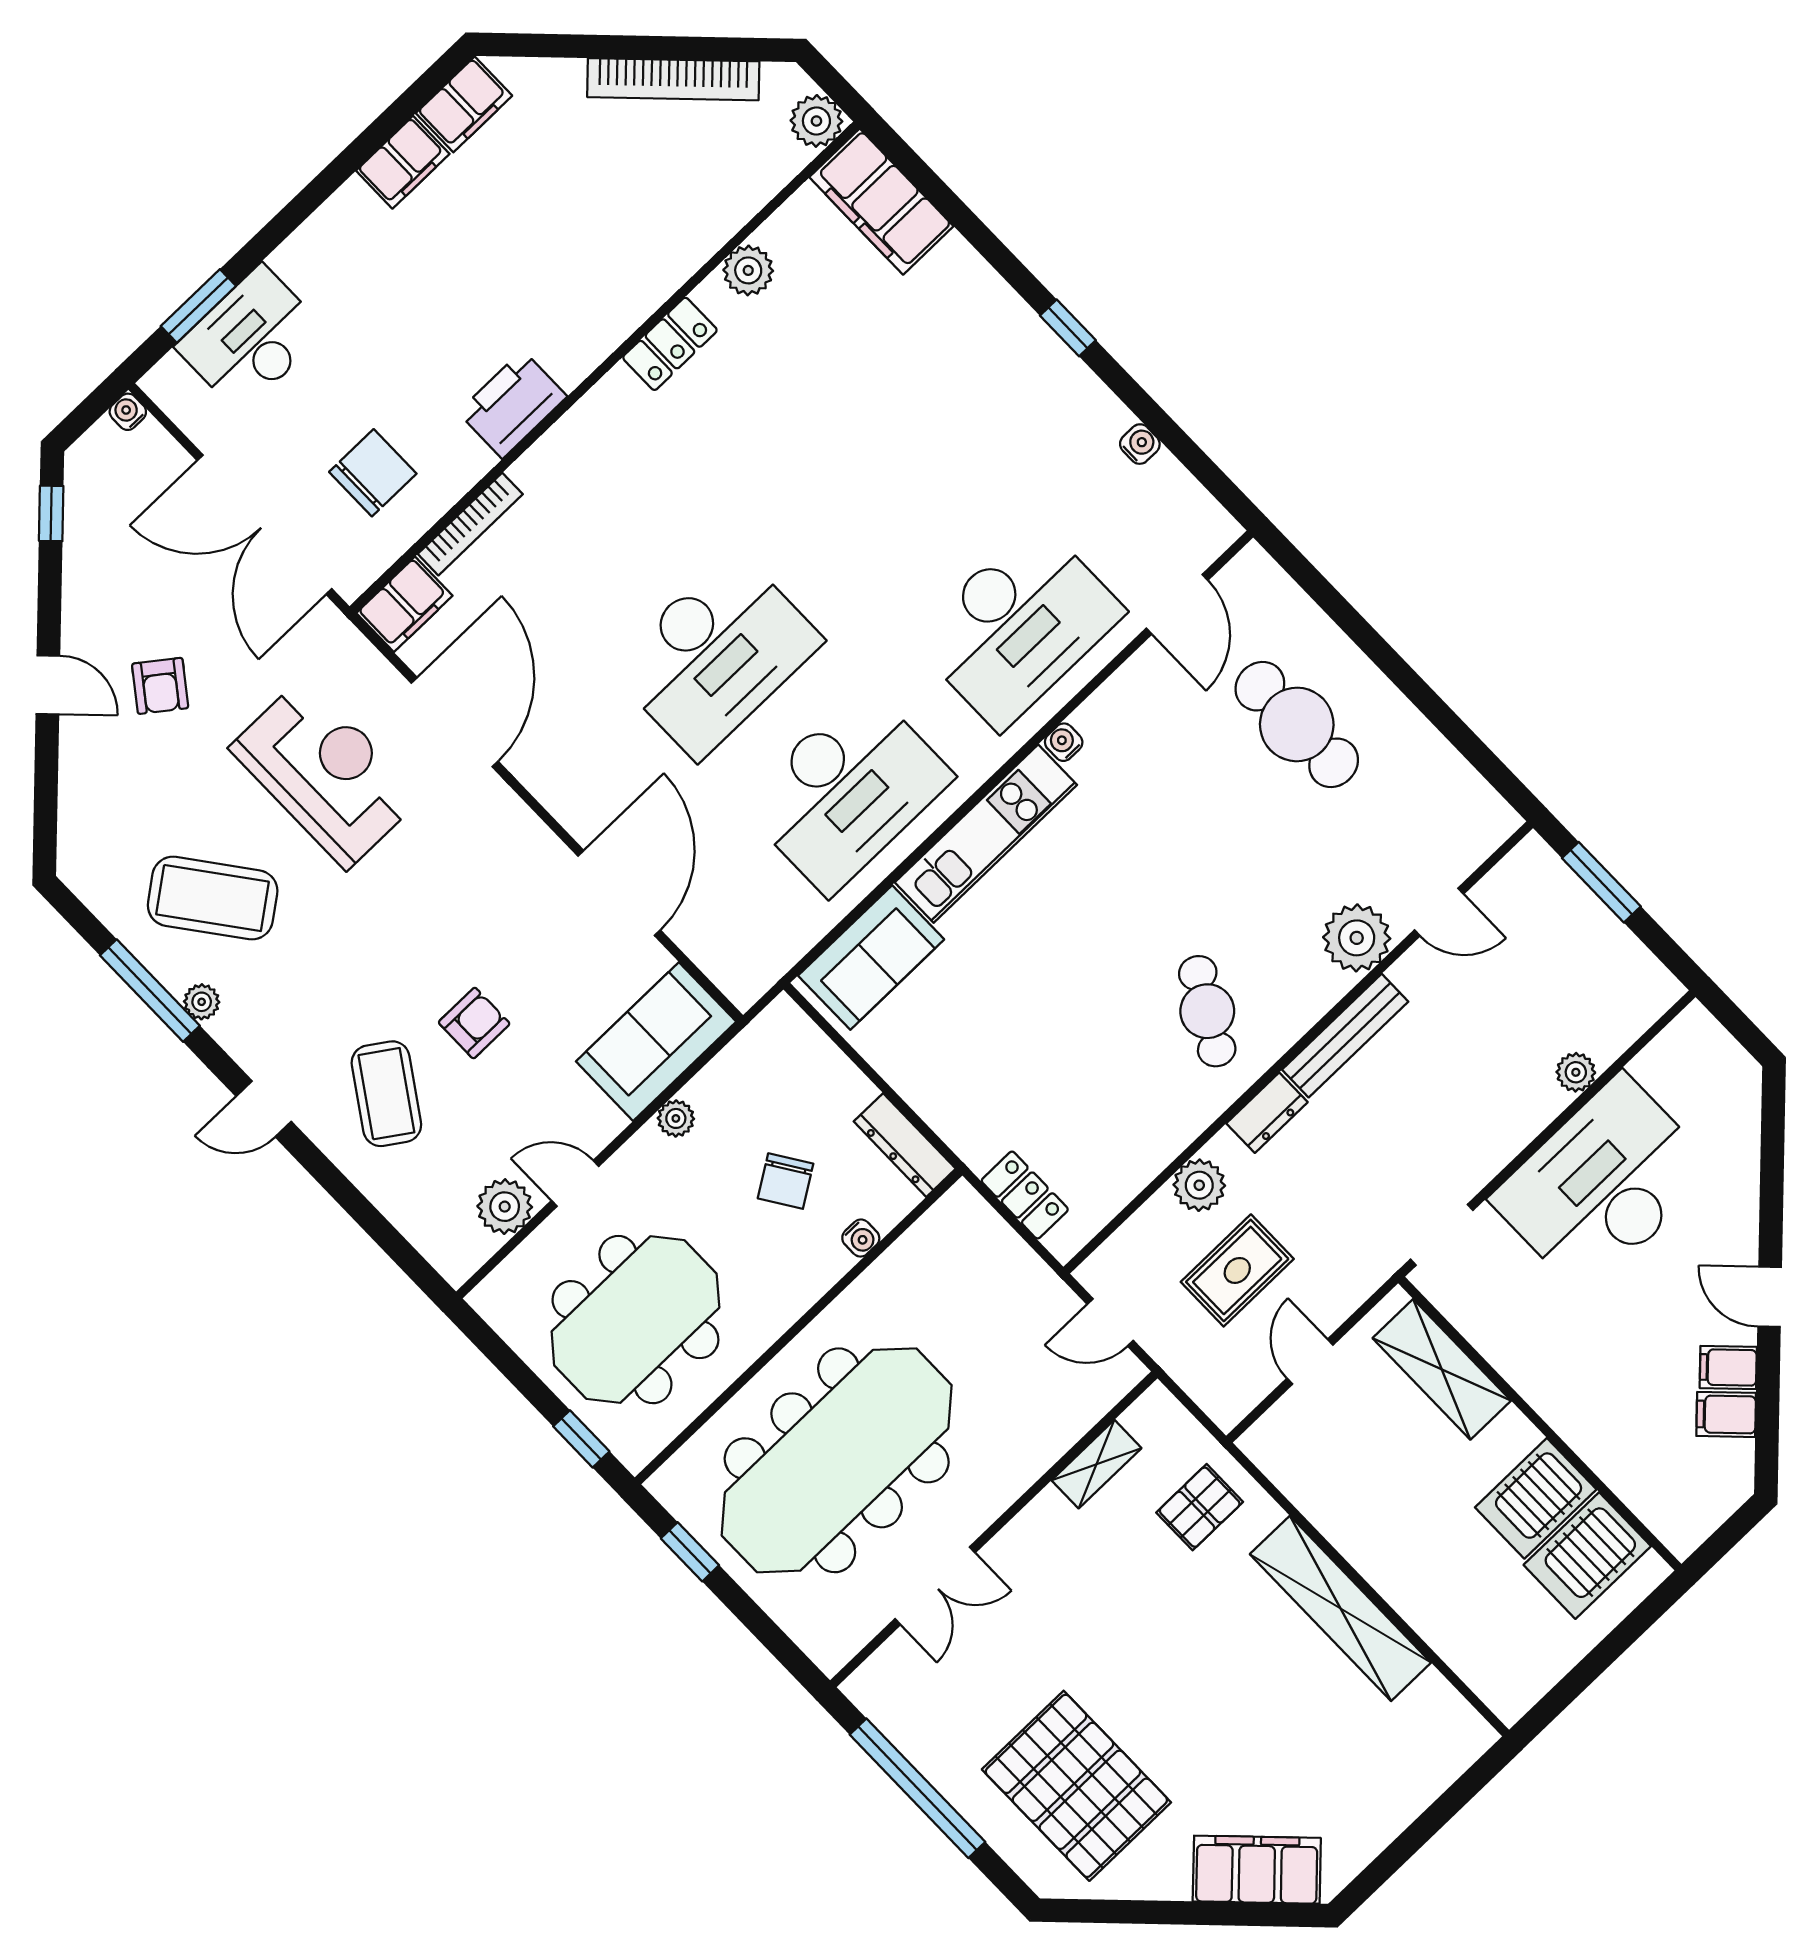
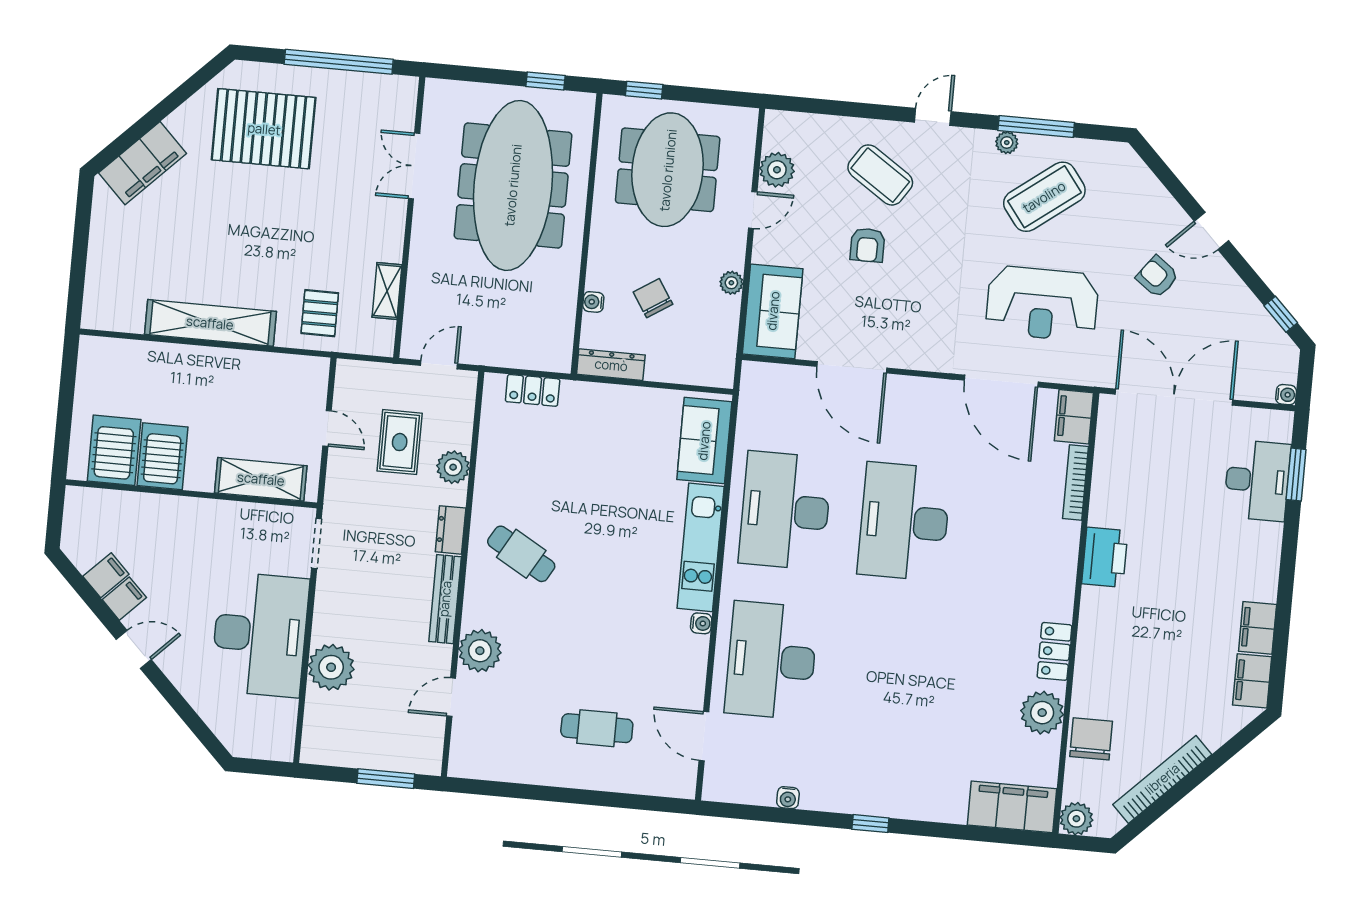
plant: (748, 270) -> (1042, 713), width x1.36, depth x1.36
chair: (373, 473) -> (1091, 739), moved, turned 180
cafe table: (1297, 724) -> (597, 728), width x0.73, depth x0.74
plant: (1576, 1072) -> (331, 667), width x1.88, depth x1.88

